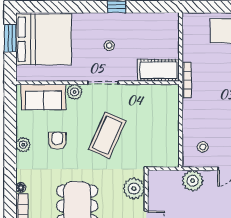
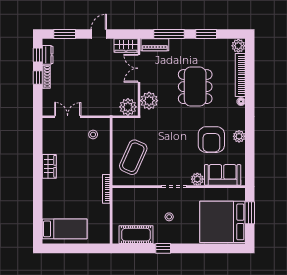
window: (10, 38) -> (250, 213), moved
cot: (158, 70) -> (136, 235), moved
coffee table: (107, 135) -> (133, 157), moved
armchair: (57, 141) -> (211, 140), width x1.88, depth x1.88
plant: (193, 181) -> (128, 107), moved

